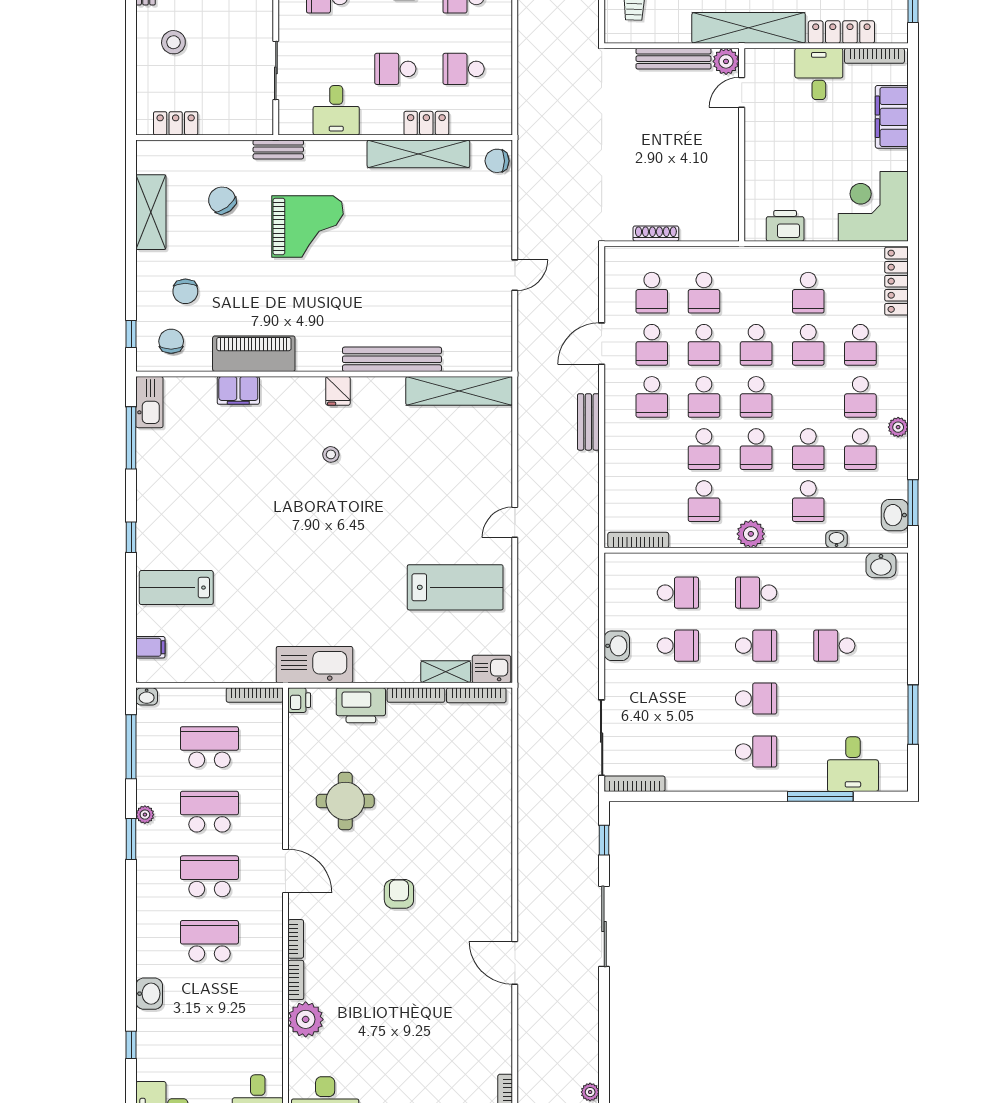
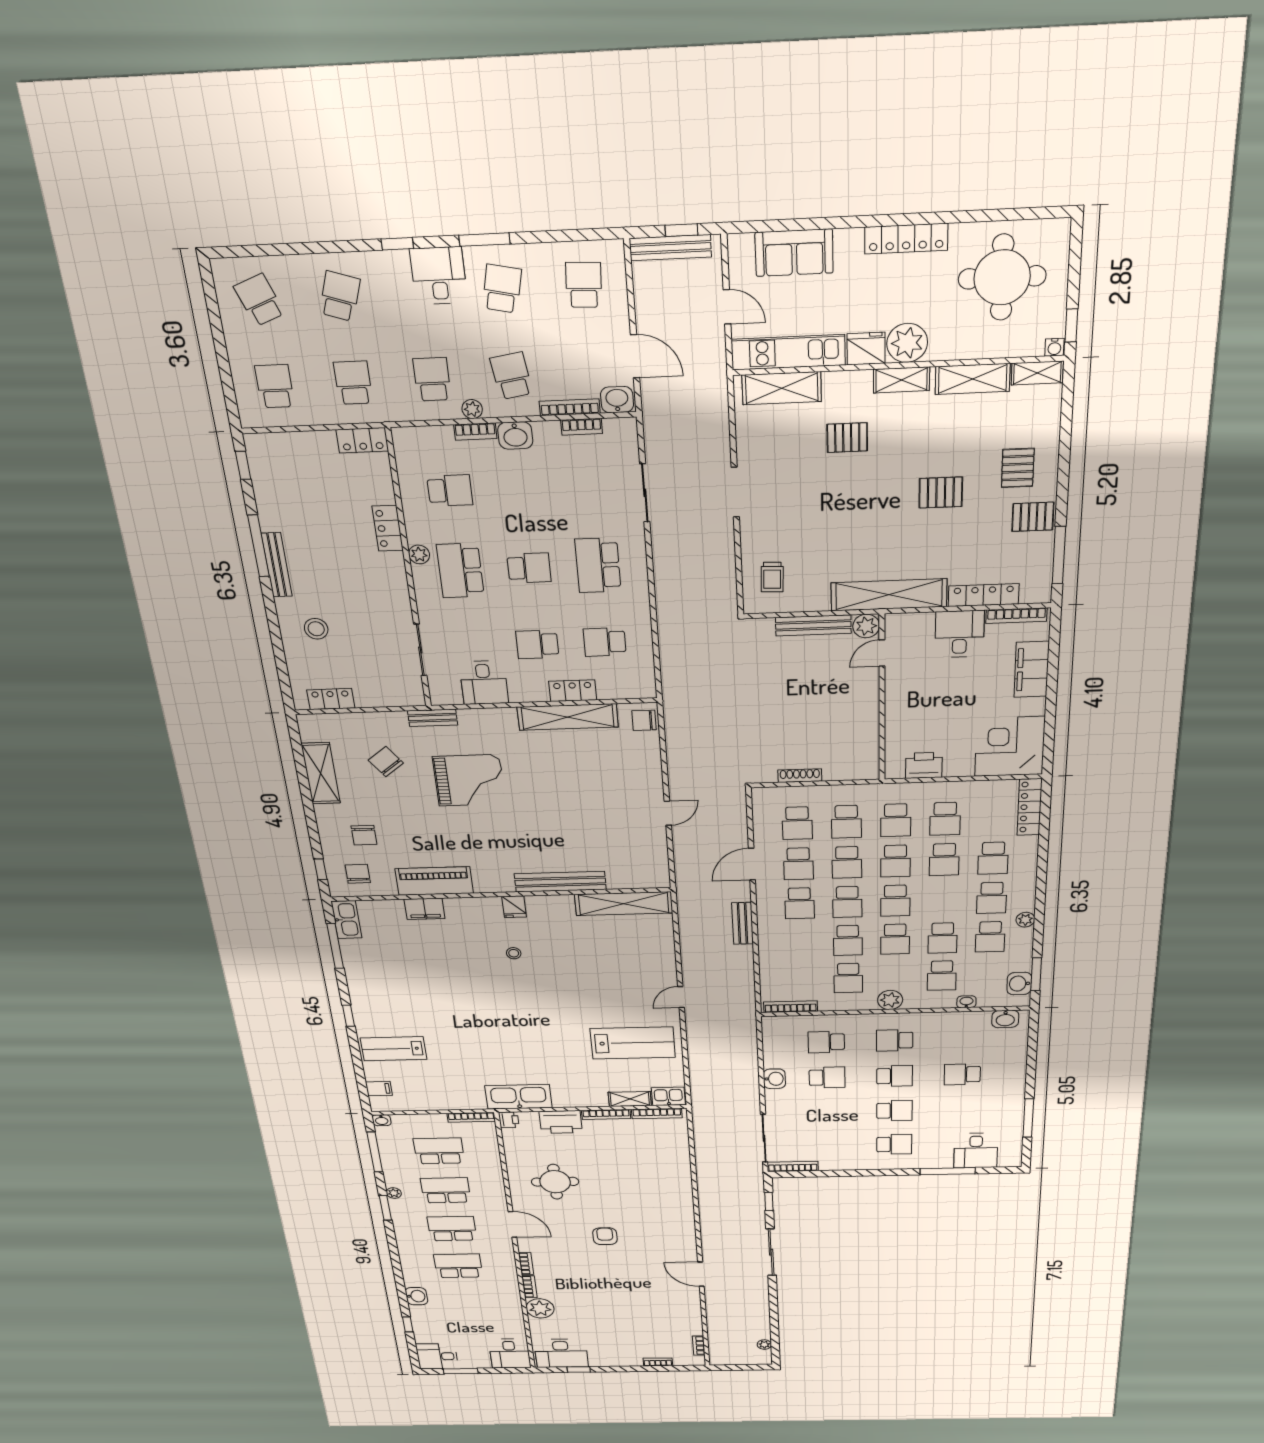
school desk: (756, 293) -> (896, 820), added
school desk: (678, 593) -> (826, 1042), turned 180

